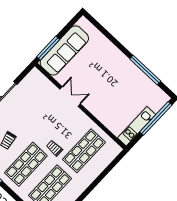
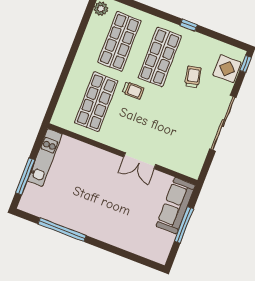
window: (48, 48) -> (184, 225), moved
sofa: (64, 51) -> (176, 206), width x0.74, depth x0.79
window: (156, 118) -> (25, 176), width x0.68

